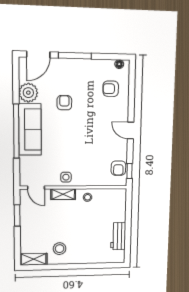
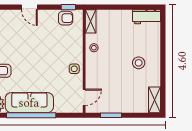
door: (131, 131) -> (29, 7), hinge flipped
shelving: (63, 194) -> (91, 21), moved
workbench: (118, 236) -> (147, 17), moved
stool: (60, 249) -> (139, 63), moved

